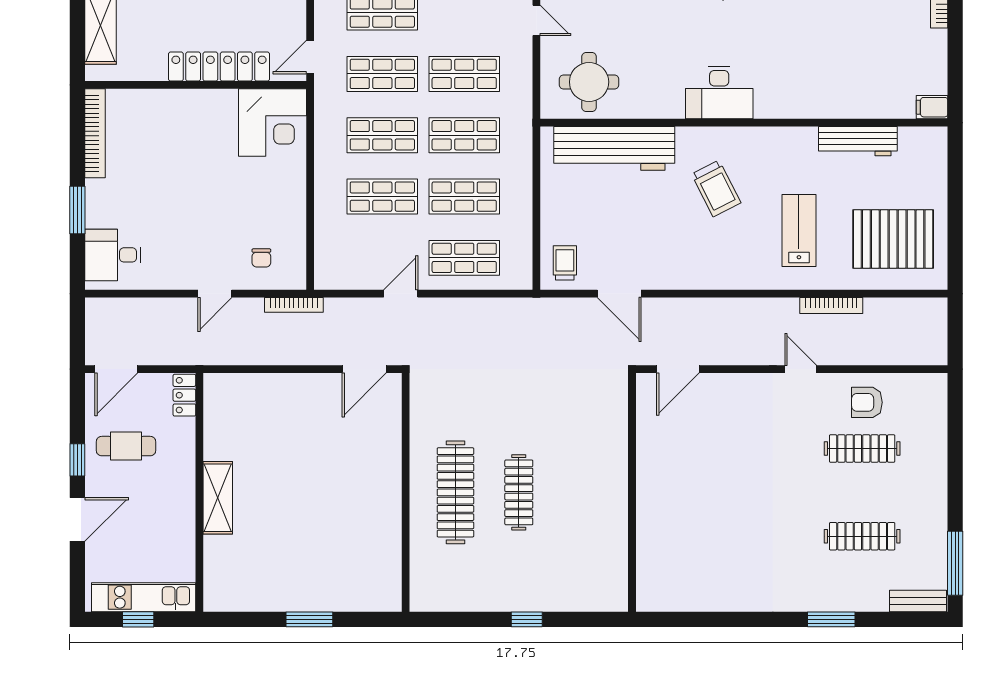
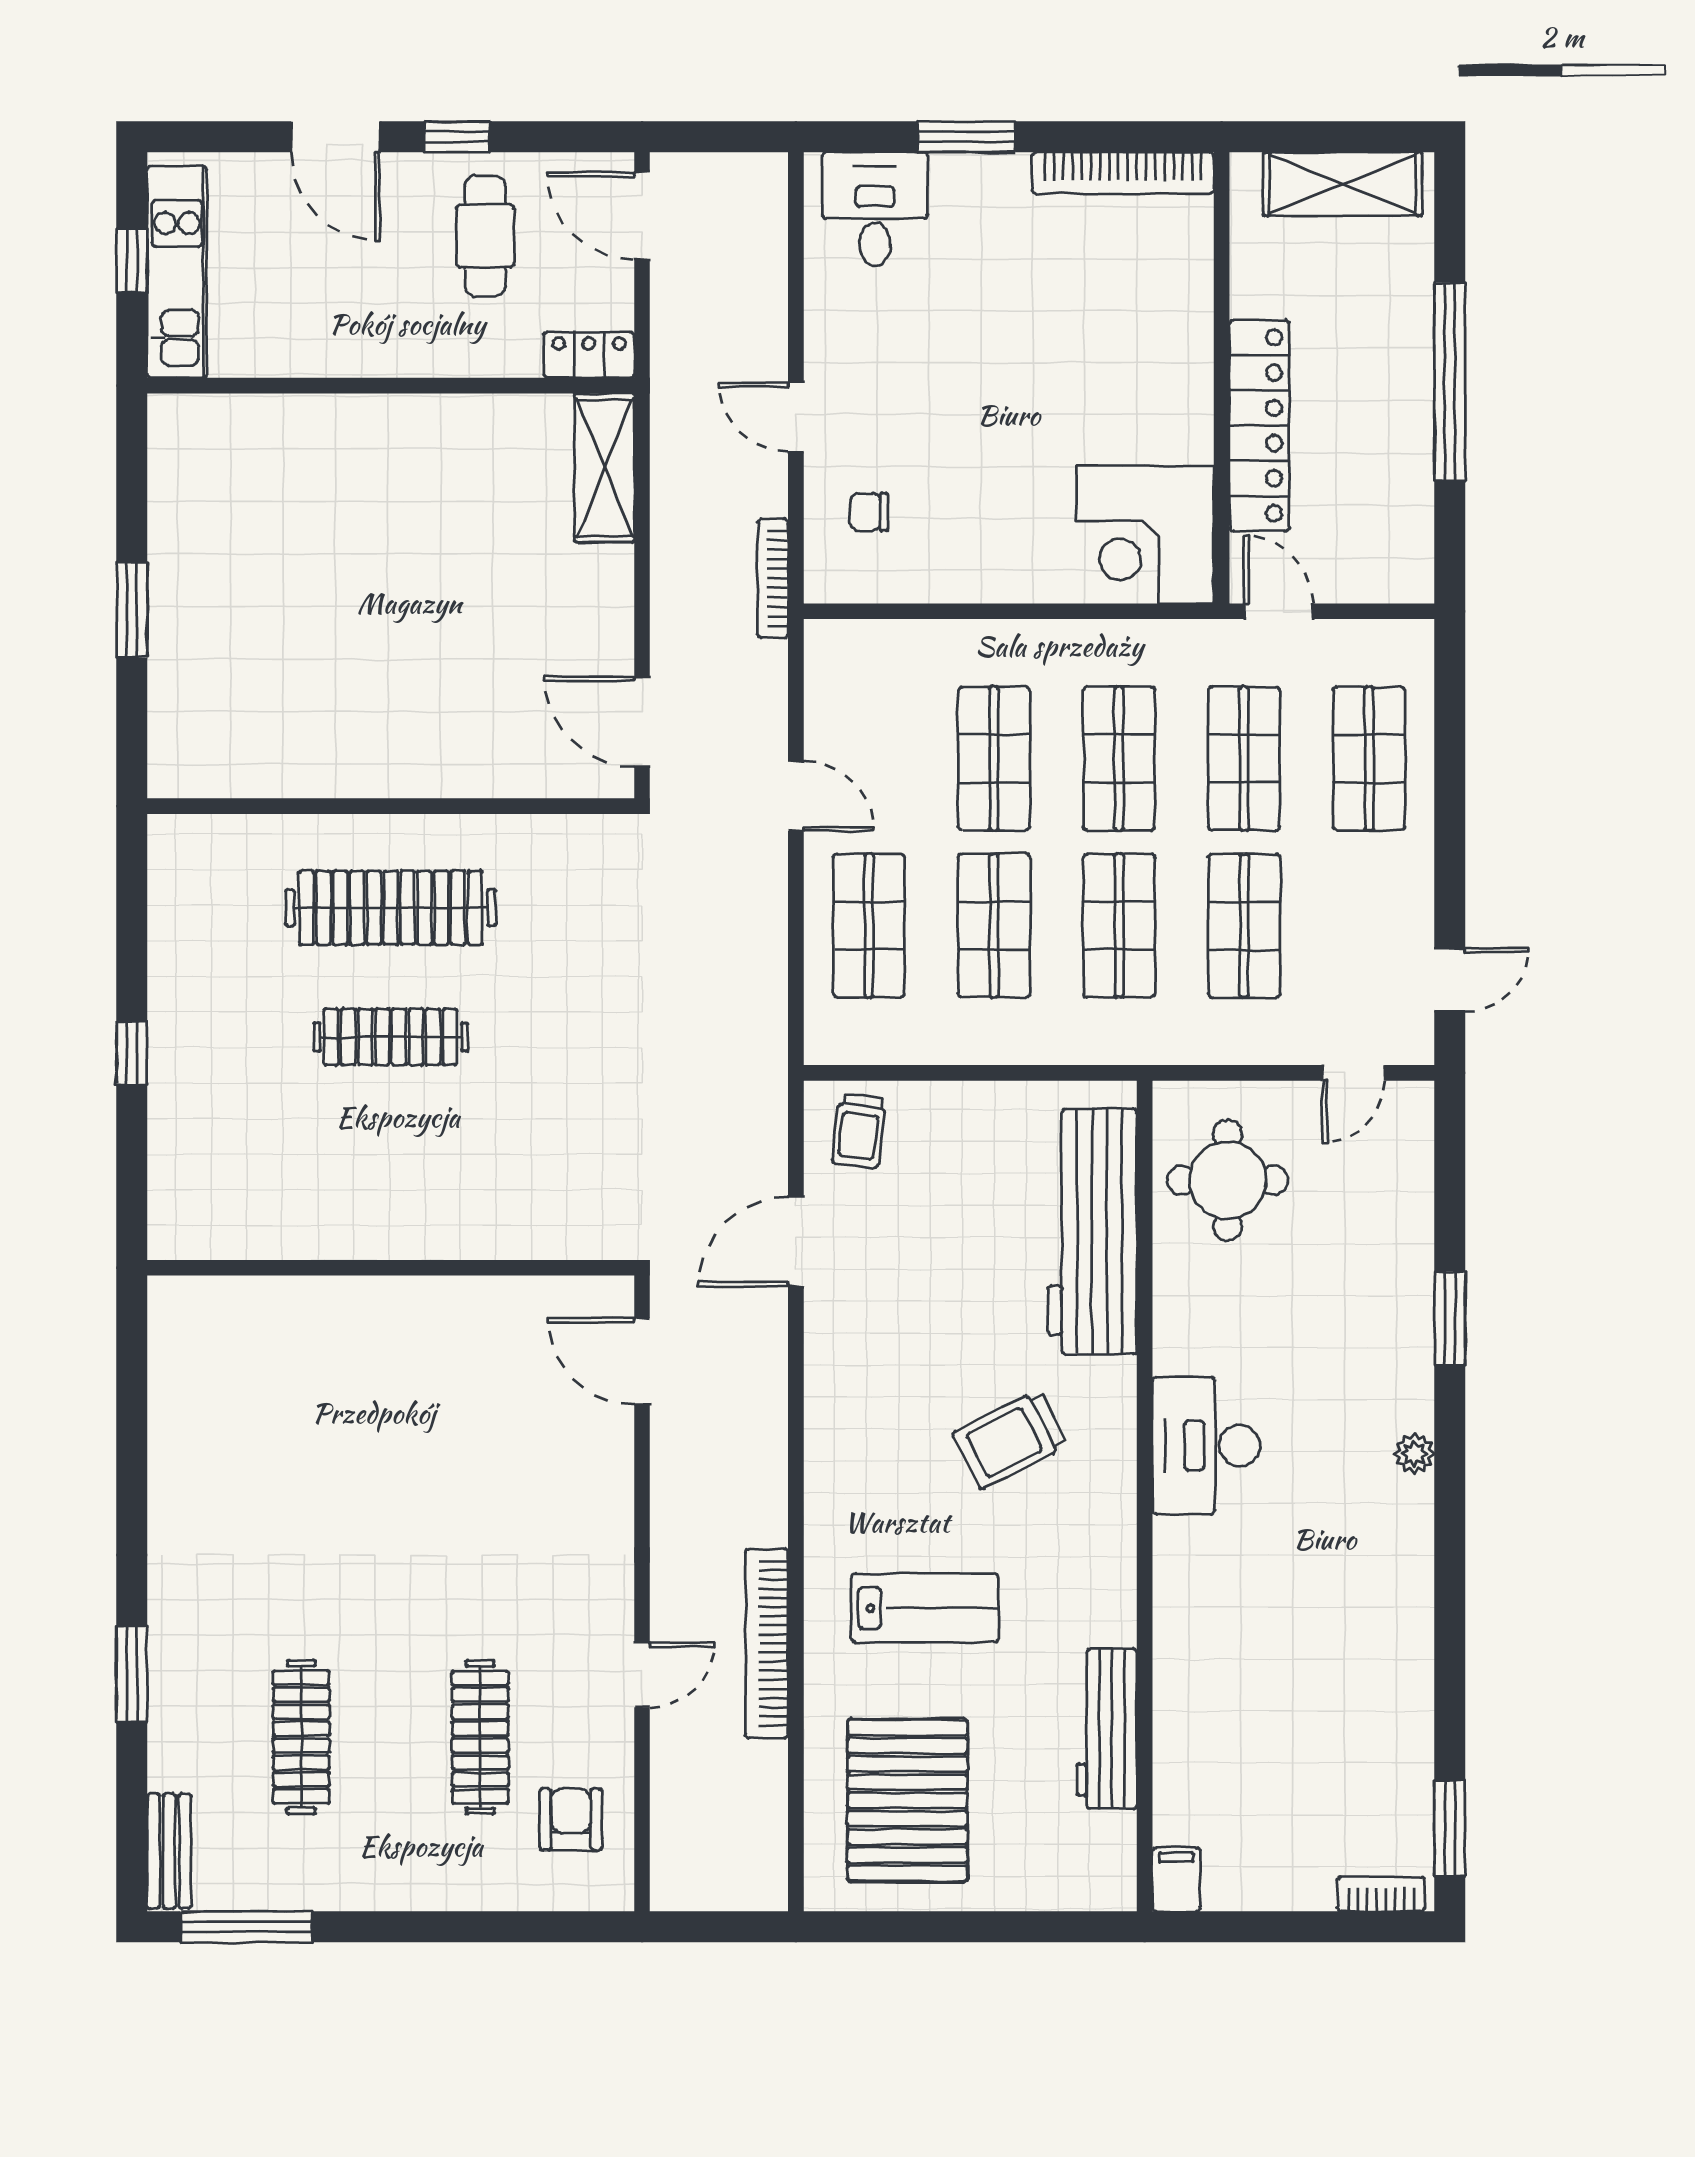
trolley: (565, 263) -> (859, 1131), turned 97
bookcase: (831, 306) -> (767, 1643), width x1.48, depth x1.31
door: (801, 369) -> (642, 1675), moved
armchair: (867, 402) -> (571, 1820), moved
shelving: (218, 498) -> (605, 468), moved, turned 90

